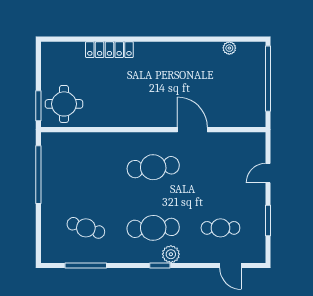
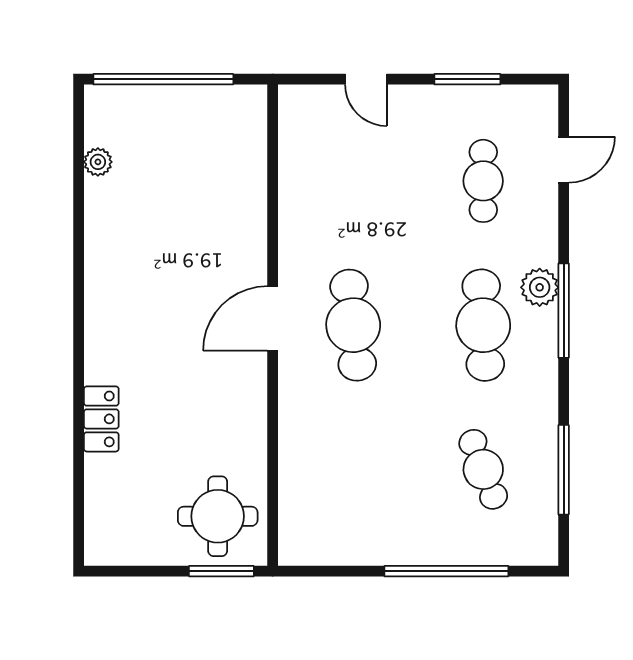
locker: (109, 50) -> (101, 419), width x0.66
door: (192, 130) -> (273, 318), moved
window: (38, 175) -> (446, 571), moved
cafe table: (86, 228) -> (483, 469), turned -39
window: (160, 265) -> (564, 311), width x2.17

